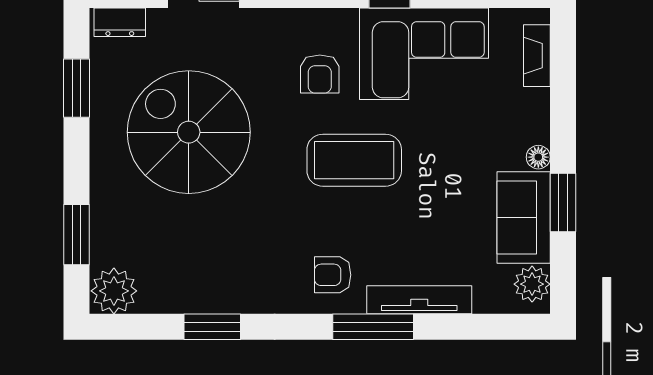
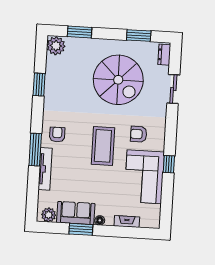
fireplace: (537, 56) -> (127, 221), moved
spiral stairs: (189, 132) -> (118, 80), turned 90

